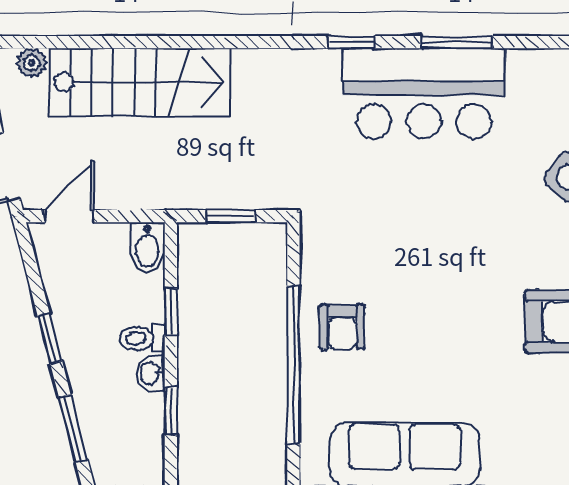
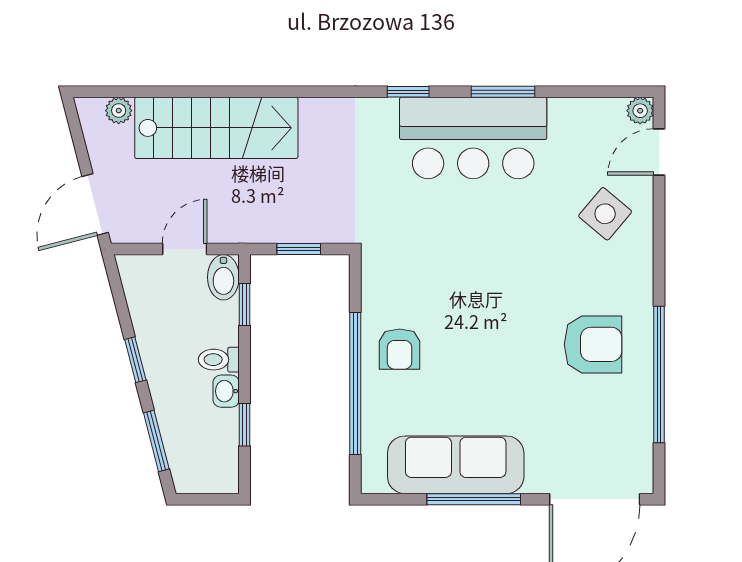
door: (69, 216) -> (185, 249), moved
window: (171, 312) -> (245, 305), moved

